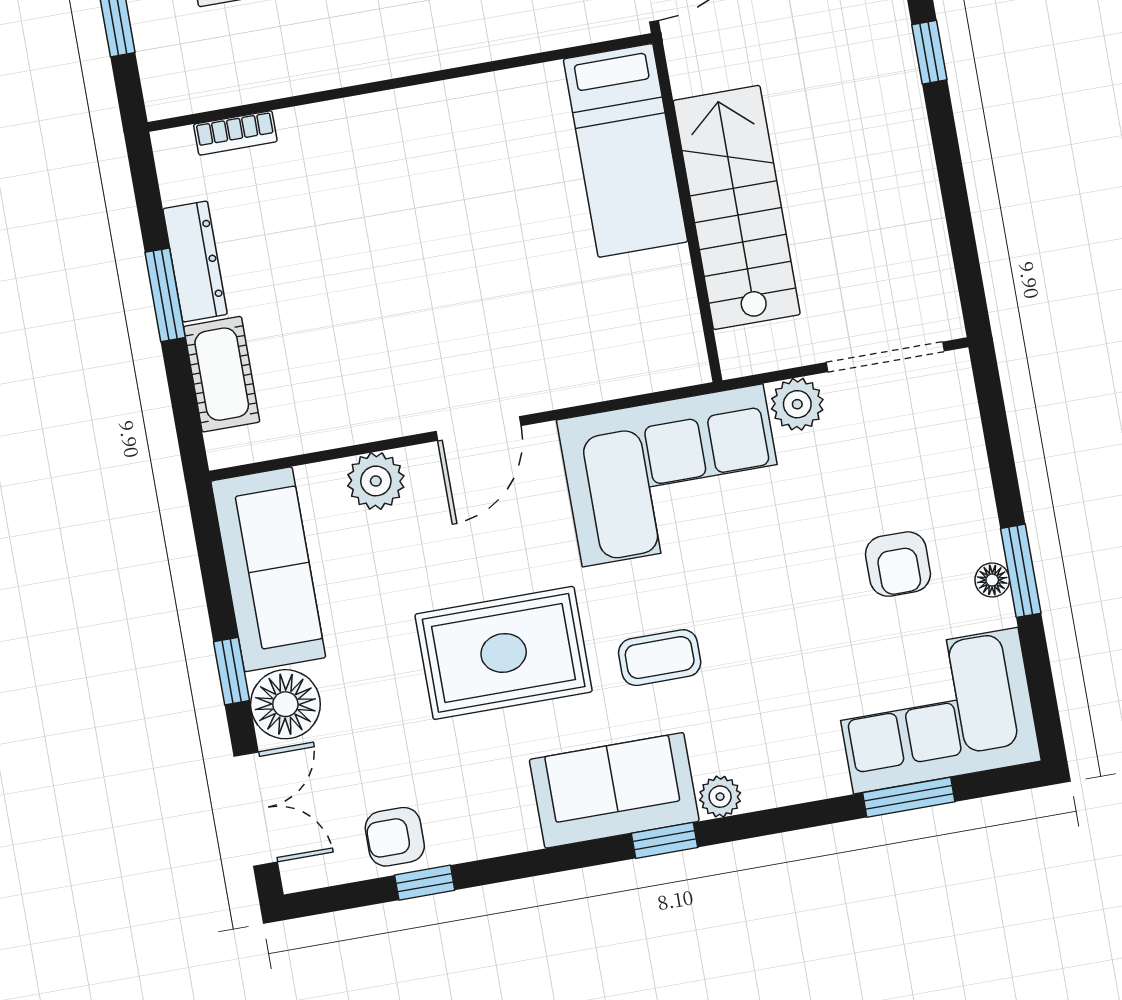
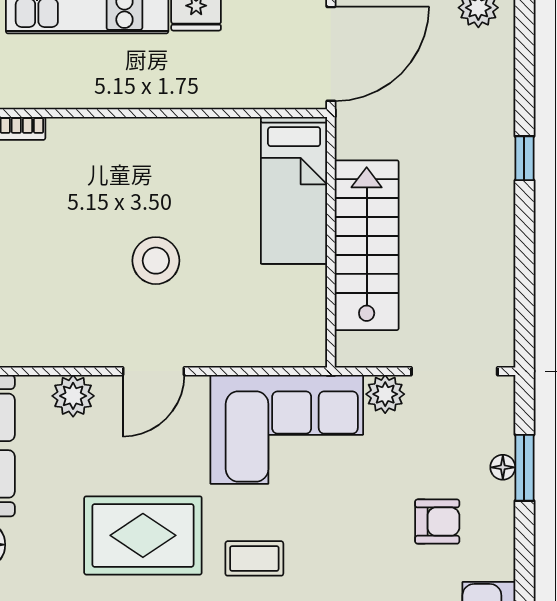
stool: (455, 278) -> (156, 261), added
armchair: (898, 564) -> (437, 522), turned -90
window: (1021, 571) -> (524, 468), moved
floor lamp: (992, 580) -> (503, 467), moved

